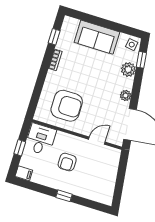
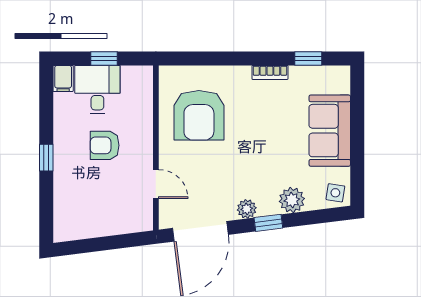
window: (141, 60) -> (268, 223), moved
desk: (41, 139) -> (97, 90), moved, turned -90

